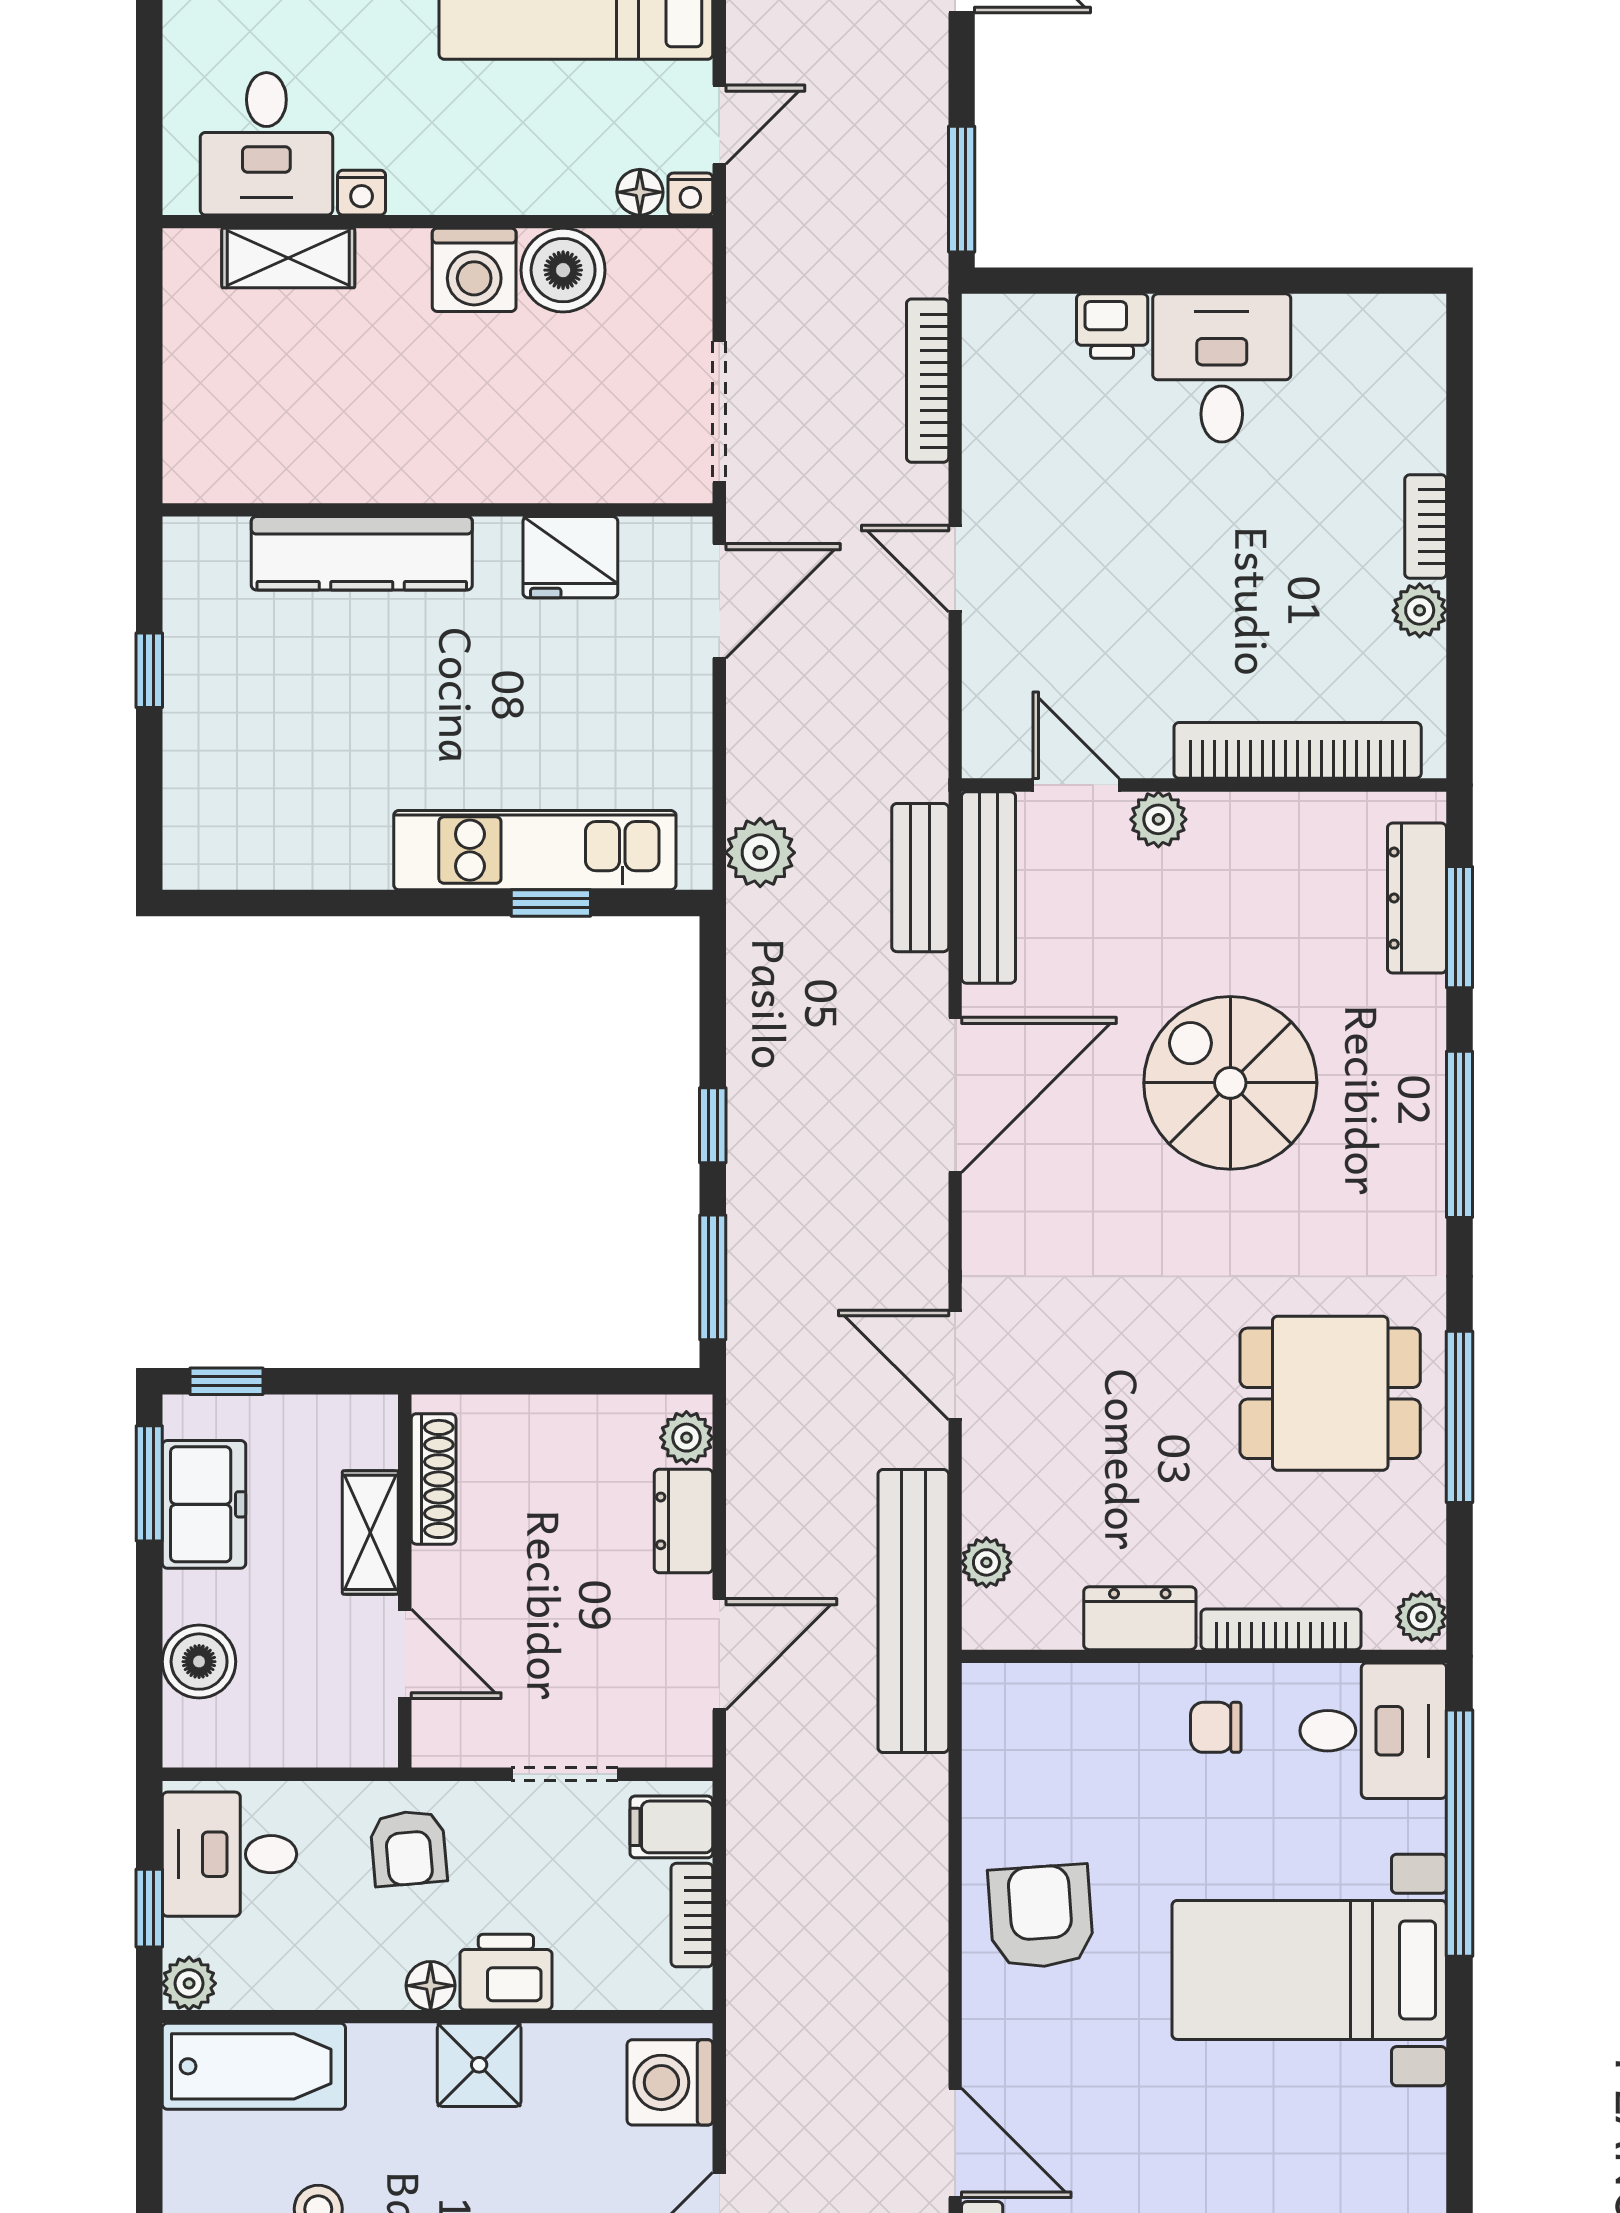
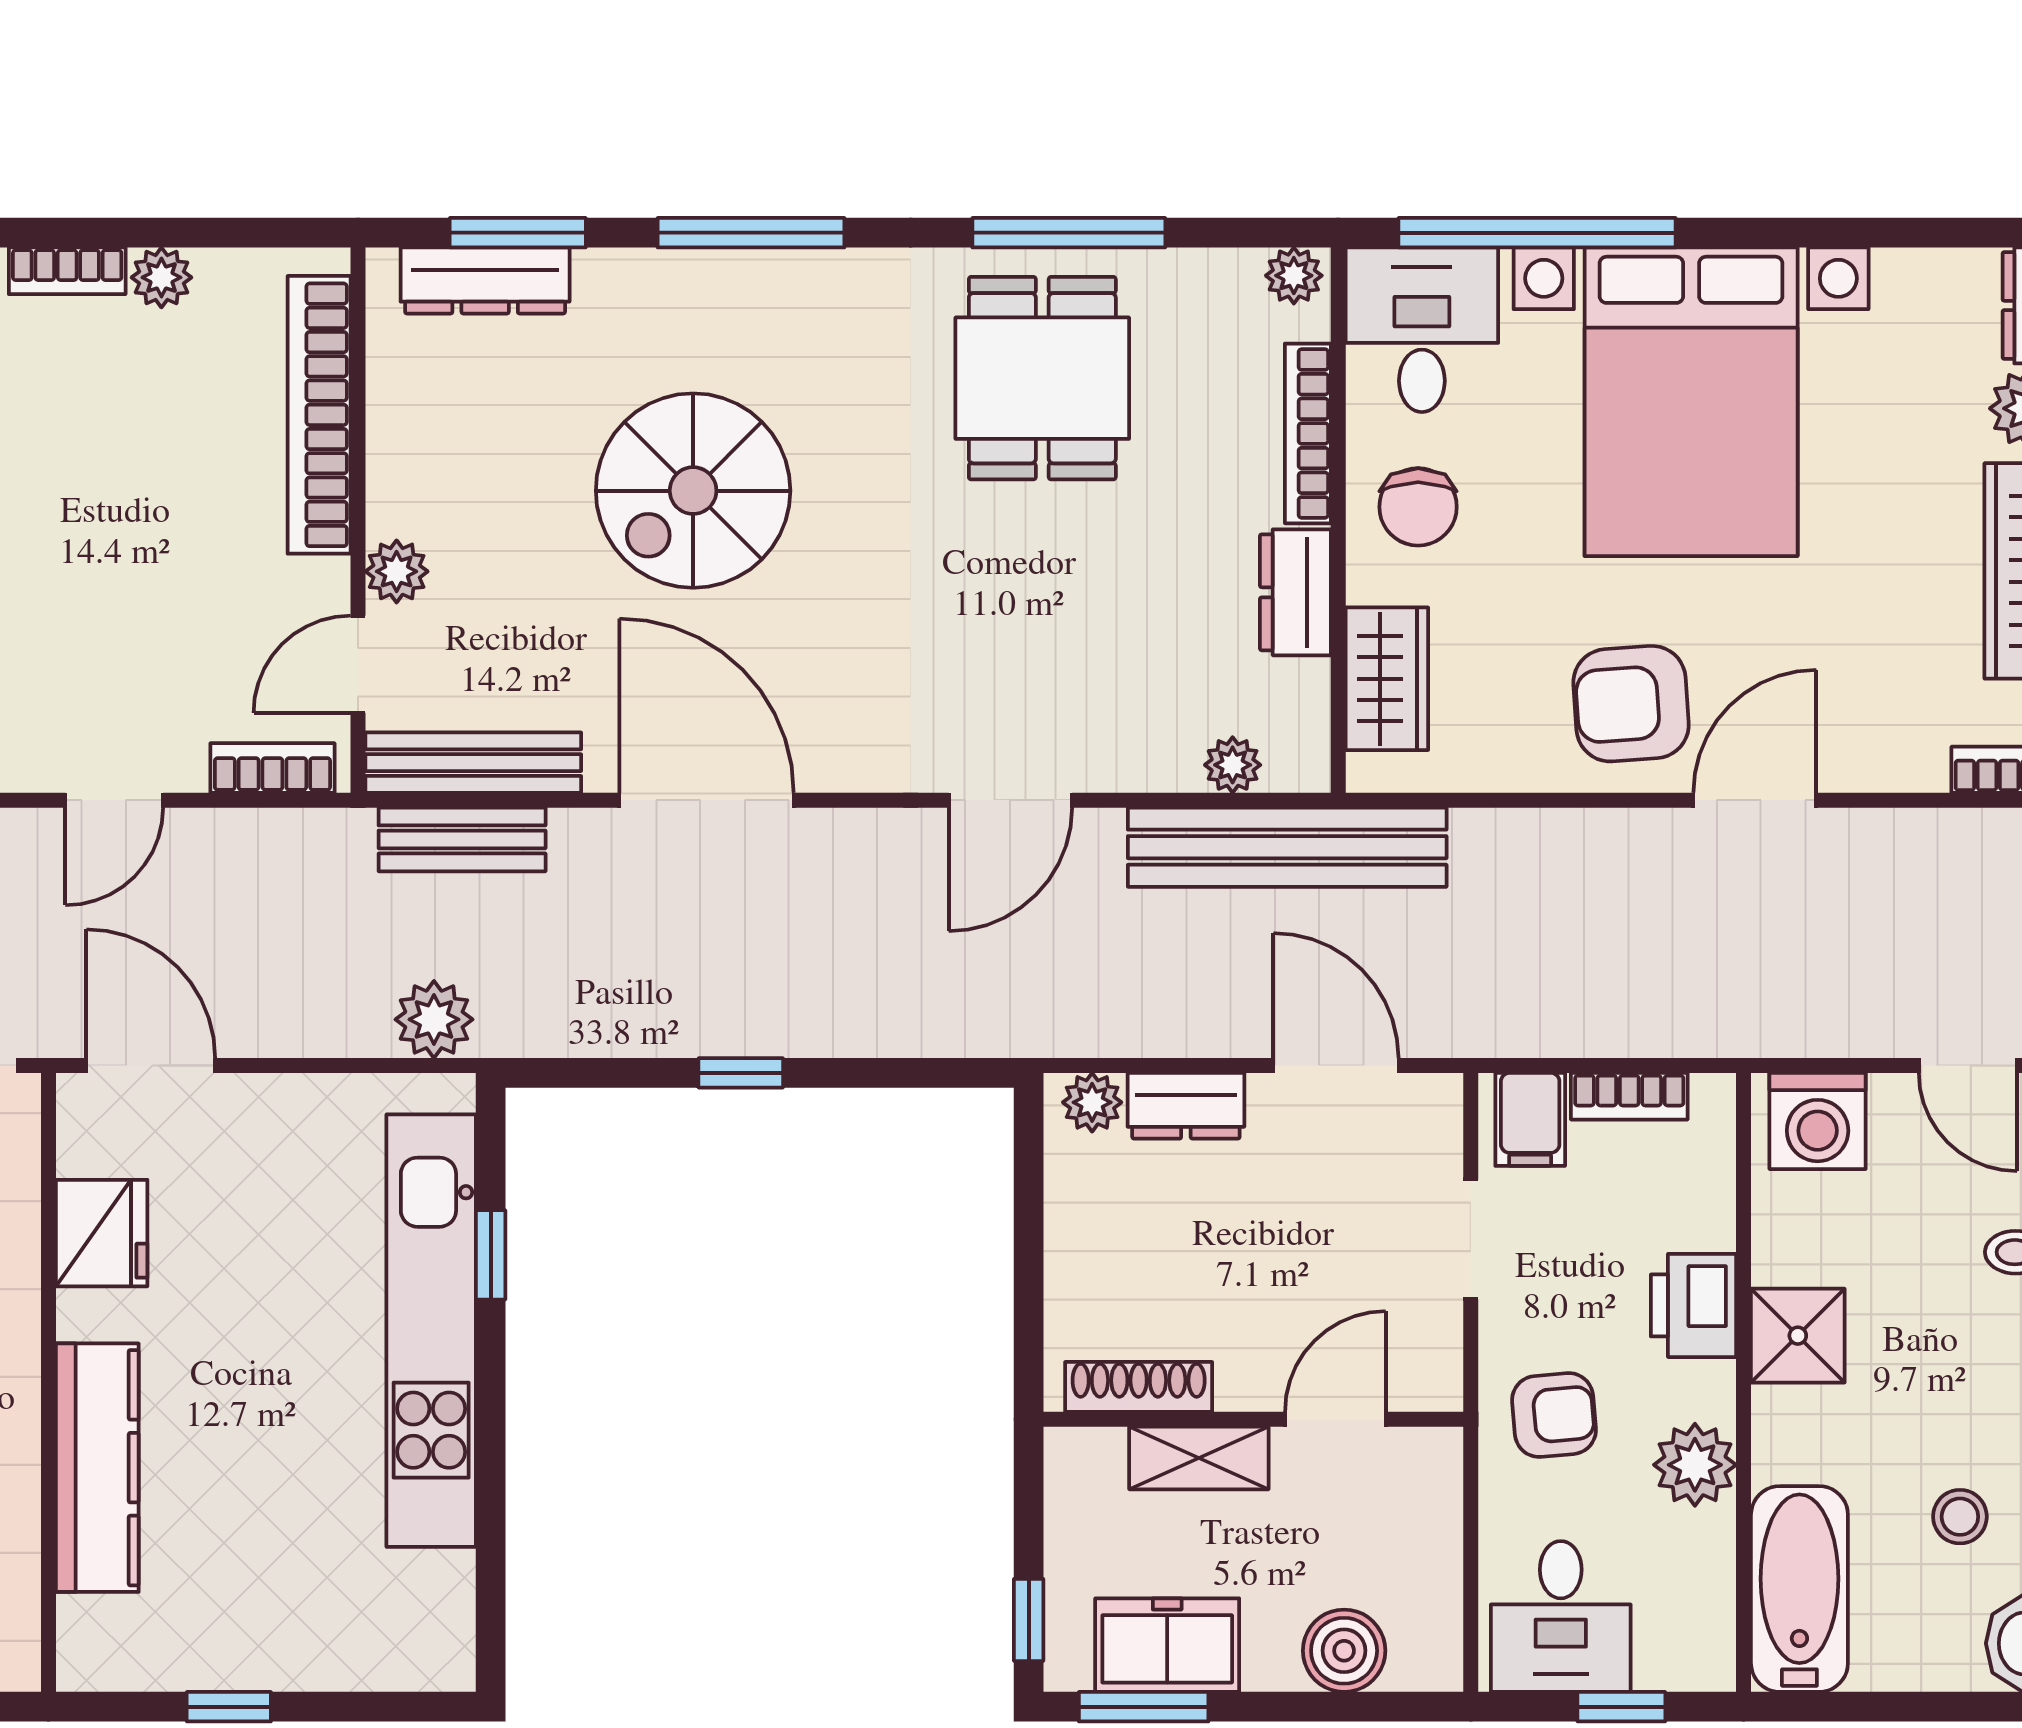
bookcase: (984, 709) -> (272, 768), added
kitchen unit: (535, 850) -> (431, 1331), width x1.36
window: (713, 1277) -> (912, 1073), removed
wardrobe: (1063, 1700) -> (1387, 679), added
chair: (1216, 1727) -> (1418, 507), width x1.37, depth x1.37
bed with nightstands: (1309, 1970) -> (1691, 402), width x1.36
plant: (189, 1983) -> (1695, 1465), moved, width x1.38, depth x1.38
floor lamp: (431, 1986) -> (1709, 1390), removed
door: (955, 2143) -> (1755, 800), moved

